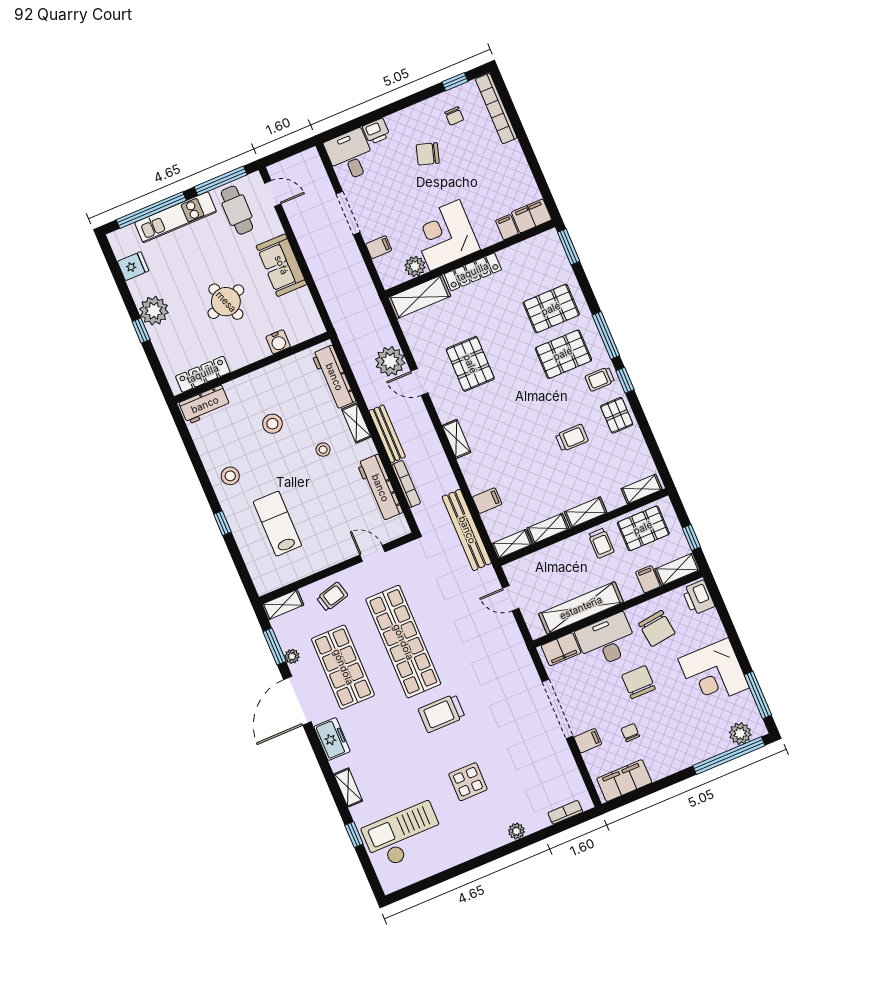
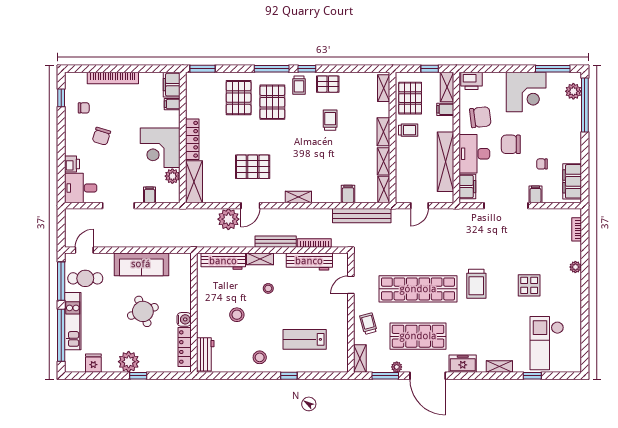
bookcase: (496, 109) -> (113, 78), moved
sofa: (281, 265) -> (141, 264), width x1.36
water cooler: (278, 342) -> (184, 319), moved

